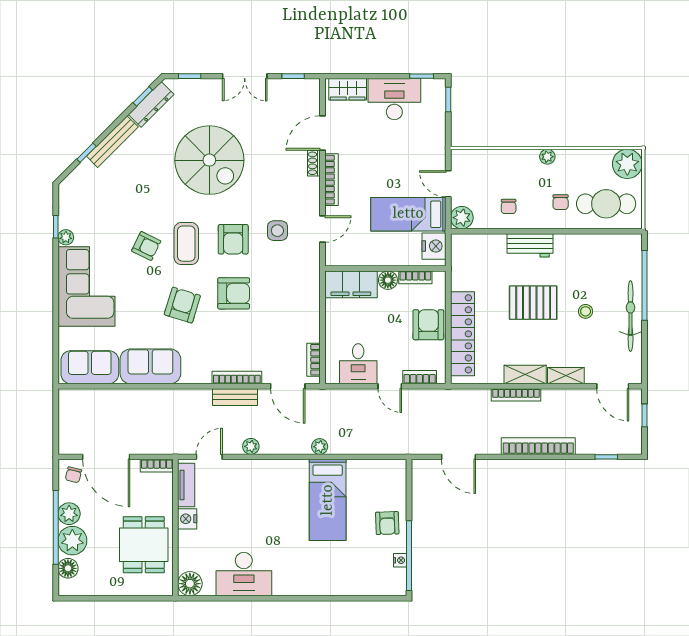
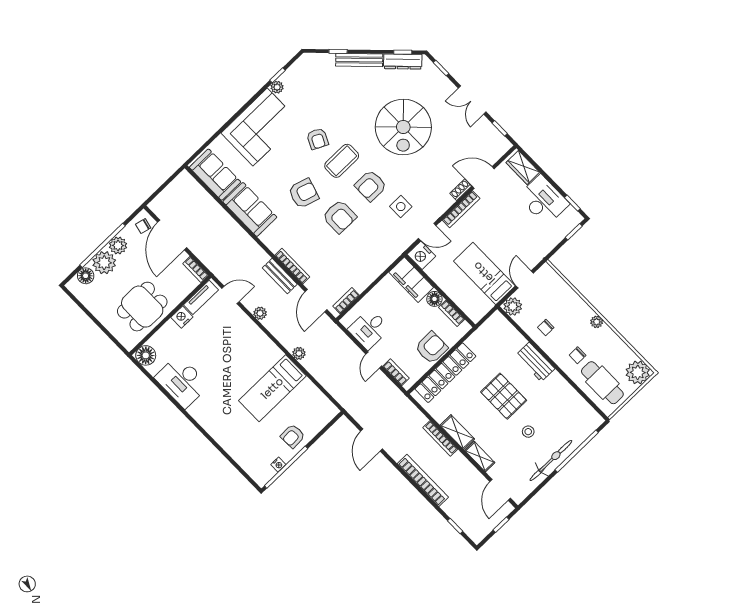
nightstand: (434, 246) -> (421, 255), moved, turned 90

